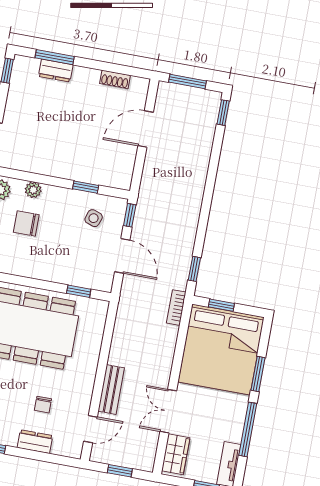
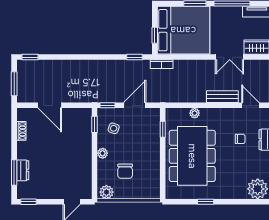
window: (86, 187) -> (94, 124), moved
plant: (33, 190) -> (103, 153), moved
plant: (94, 343) -> (195, 113), added

